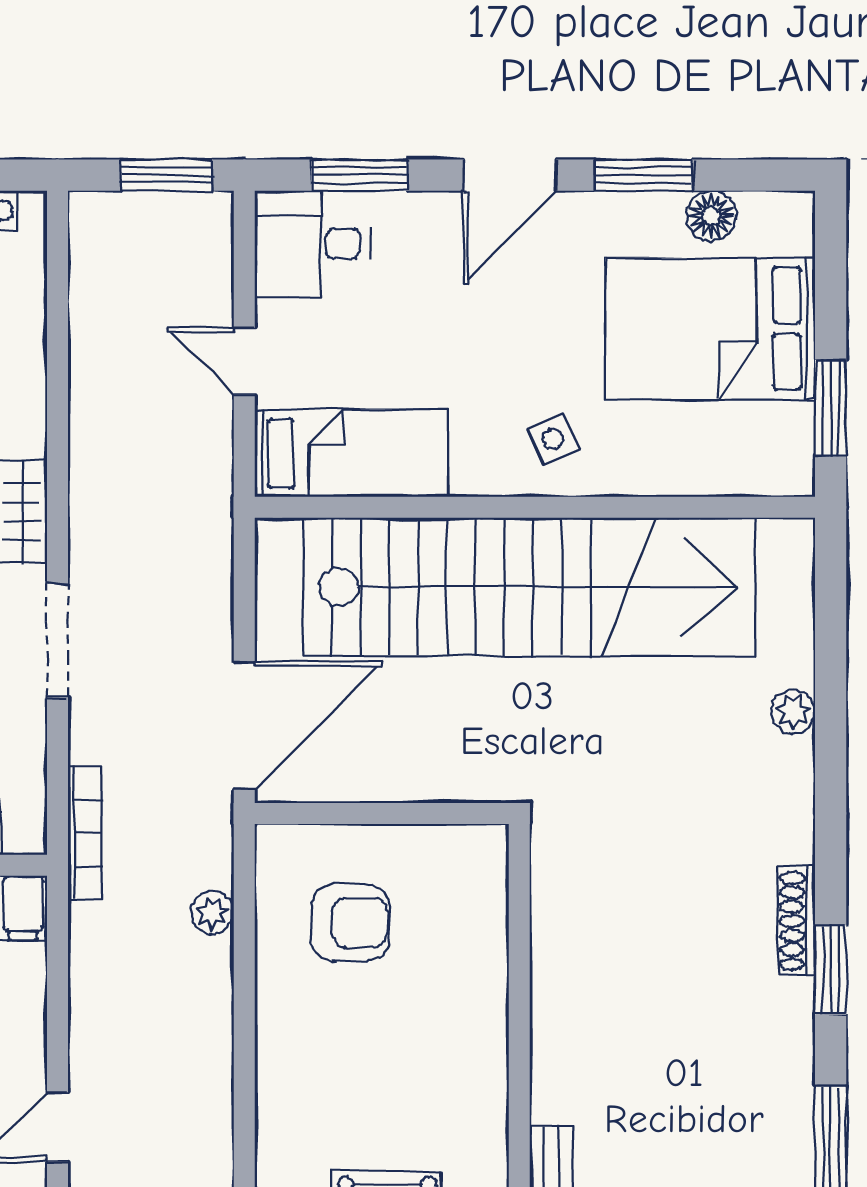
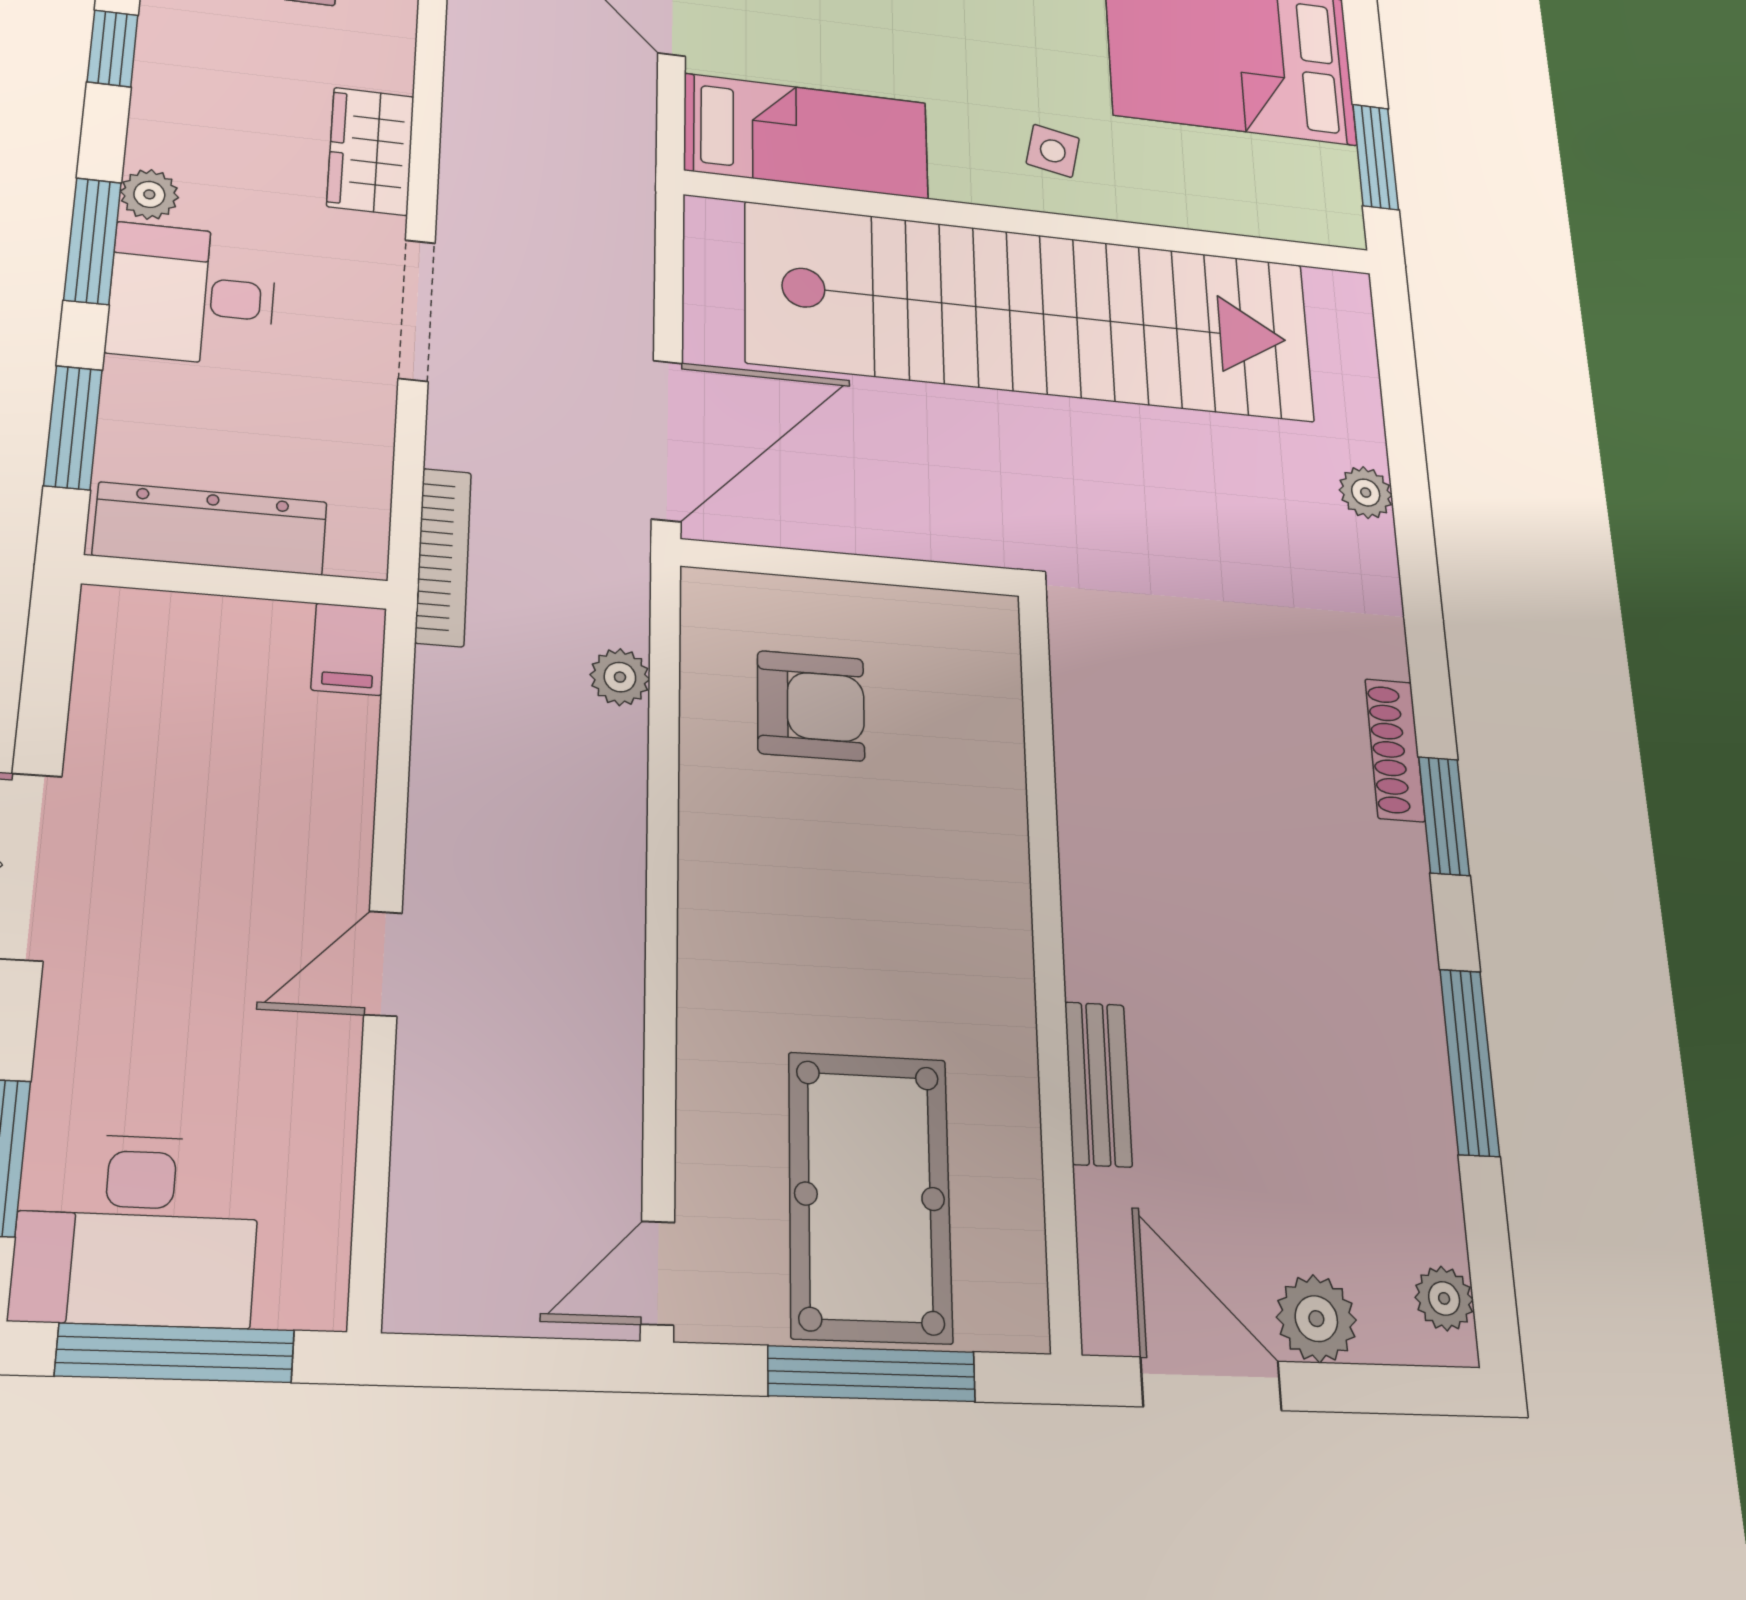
side table: (553, 439) -> (1053, 151), turned 37

